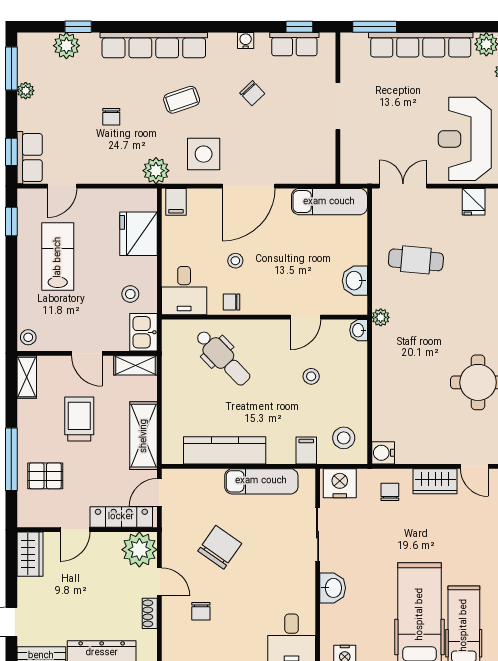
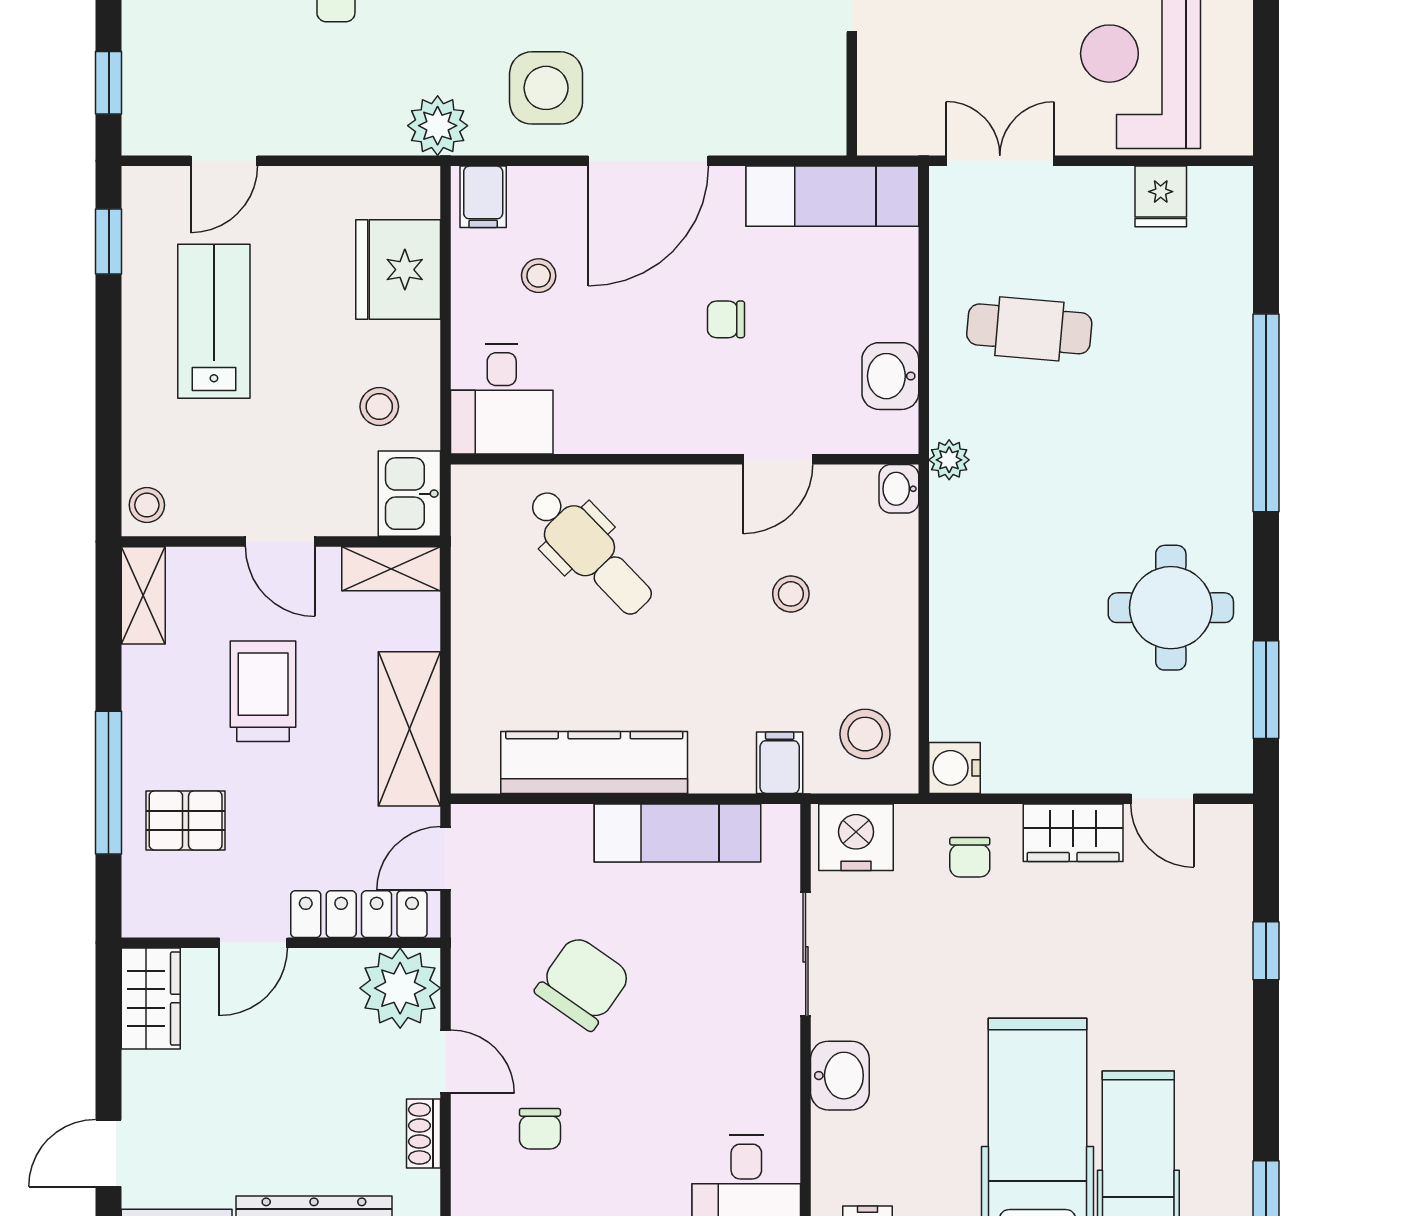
row of seats: (30, 158) -> (150, 96), removed
stool: (235, 261) -> (539, 276), moved
chair: (231, 302) -> (726, 319), moved
chair: (390, 492) -> (970, 857), turned 180

